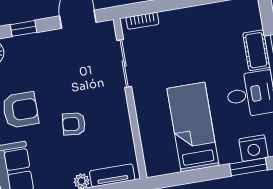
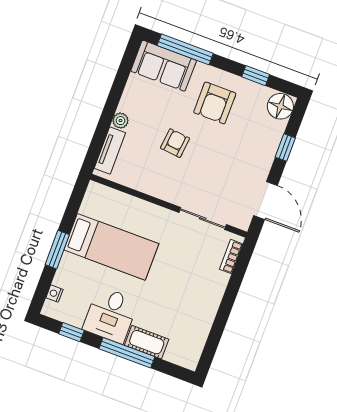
nightstand: (253, 148) -> (54, 294), width x0.53, depth x0.56
window: (248, 167) -> (57, 250), moved

